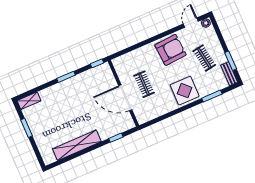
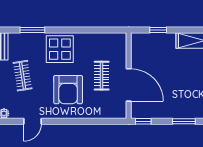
door: (191, 23) -> (33, 121), moved
armchair: (171, 50) -> (68, 90), moved, turned -86
door: (125, 98) -> (129, 85), moved

